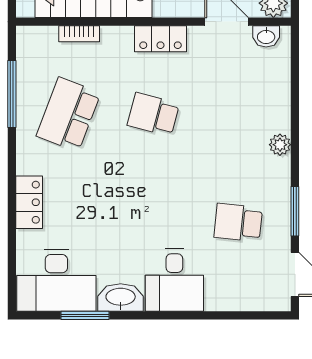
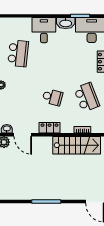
school desk: (68, 114) -> (87, 97), turned -42
school desk: (238, 223) -> (18, 53), width x1.85

